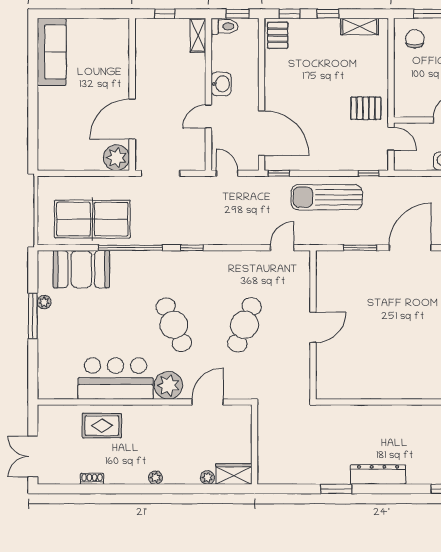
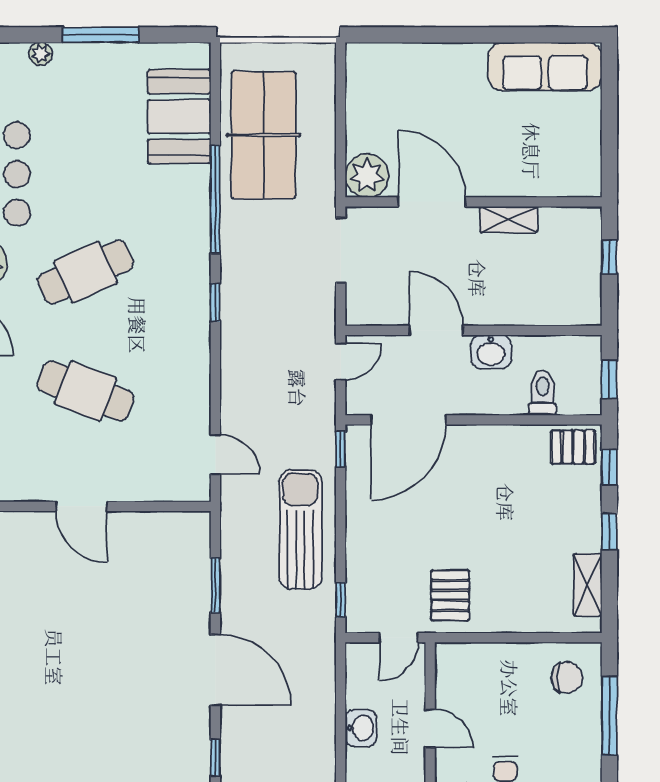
toilet: (224, 26) -> (543, 393), moved, turned 180
shelving: (198, 35) -> (509, 219), moved
door: (208, 117) -> (436, 330), width x1.38
plant: (44, 302) -> (41, 54), moved

